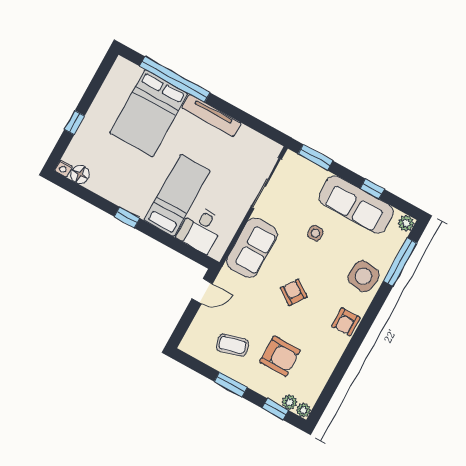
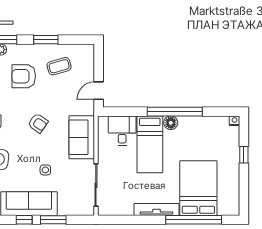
window: (315, 157) -> (53, 220), moved
floor lamp: (80, 174) -> (171, 123), moved
window: (127, 217) -> (175, 112), width x3.17

